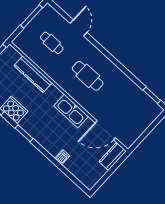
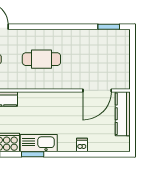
kitchen sink: (71, 111) -> (39, 143), moved, turned 180
kitchen counter: (113, 156) -> (123, 114), width x1.50

